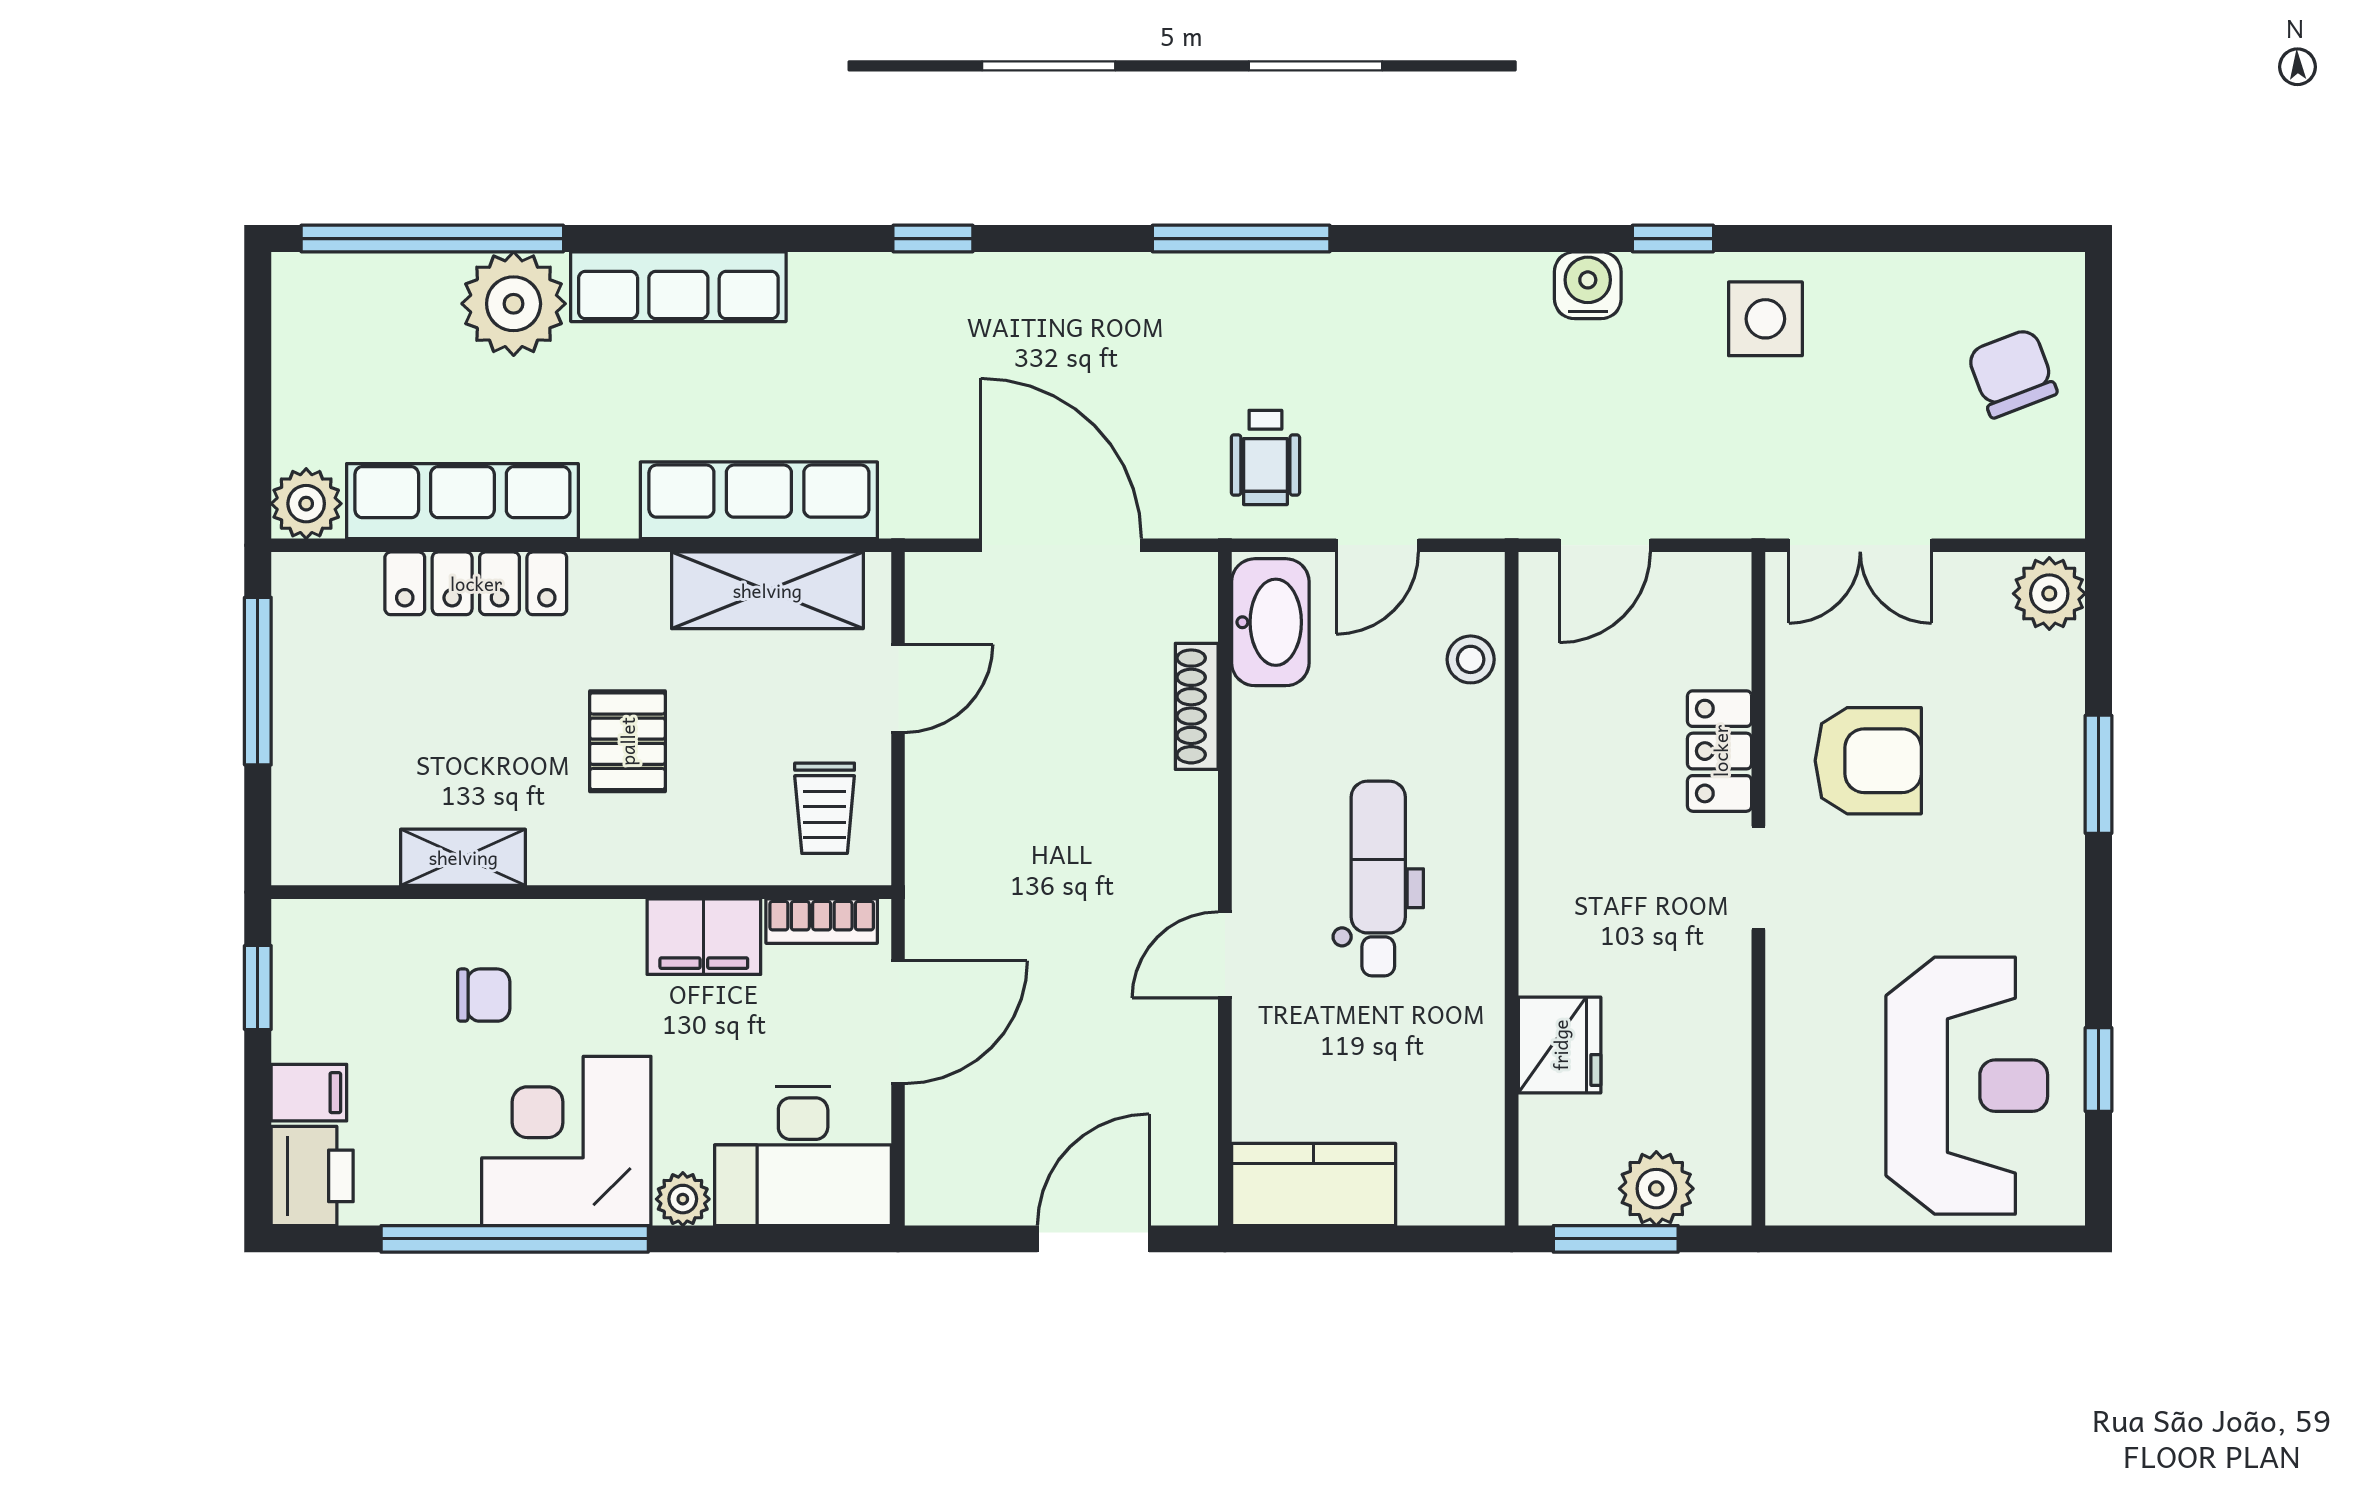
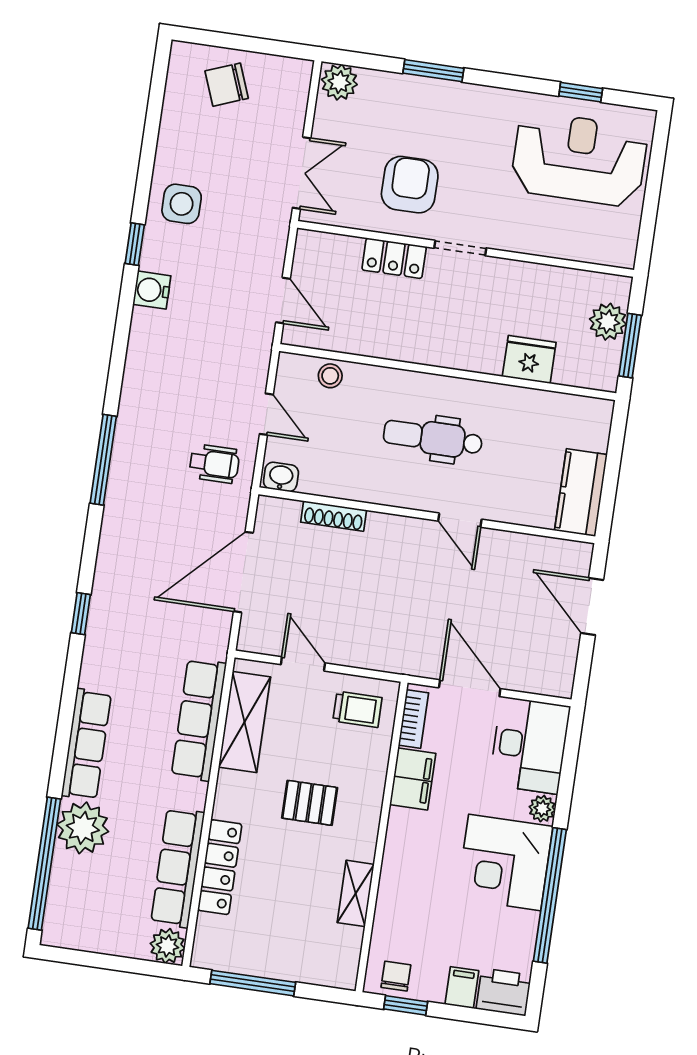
washbasin: (1270, 622) -> (281, 477), width x0.52, depth x0.69
chair: (484, 995) -> (396, 976), moved

